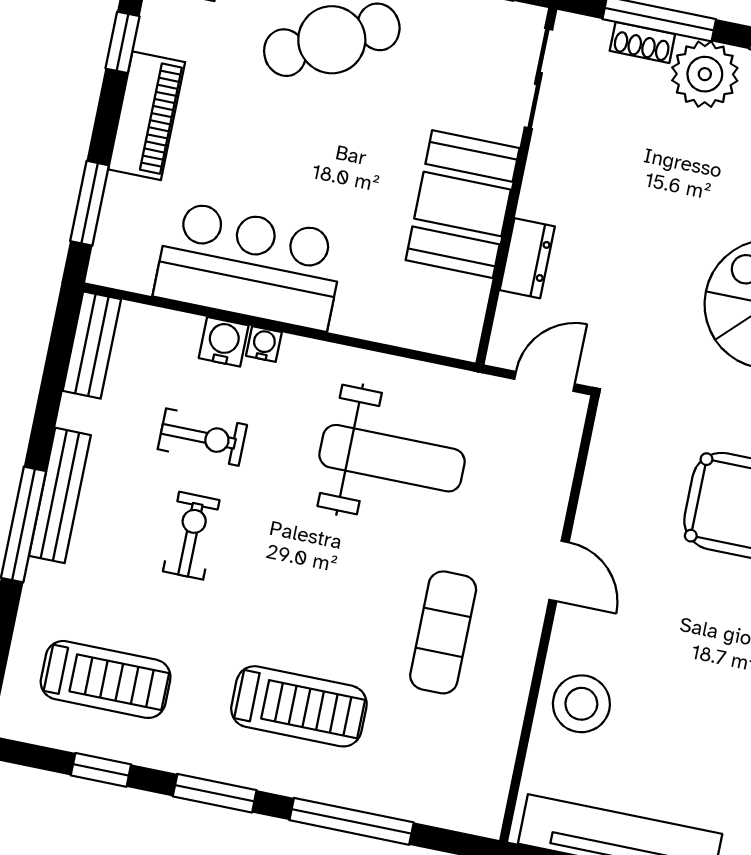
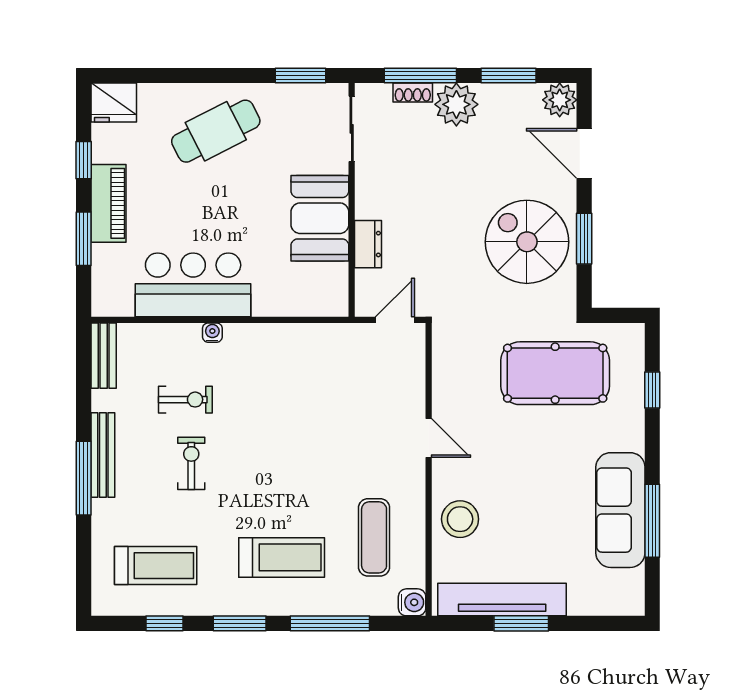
window: (90, 203) -> (84, 239), moved
water cooler: (224, 342) -> (412, 602), moved, turned 90
weight bench: (392, 458) -> (308, 388), removed
exercise mat: (443, 632) -> (374, 537), moved

